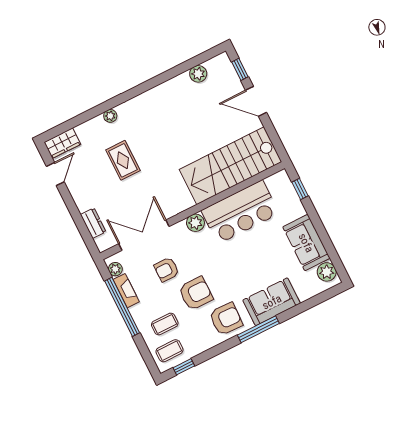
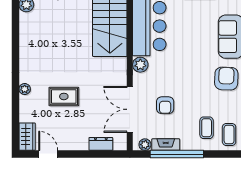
armchair: (196, 293) -> (195, 92), removed

